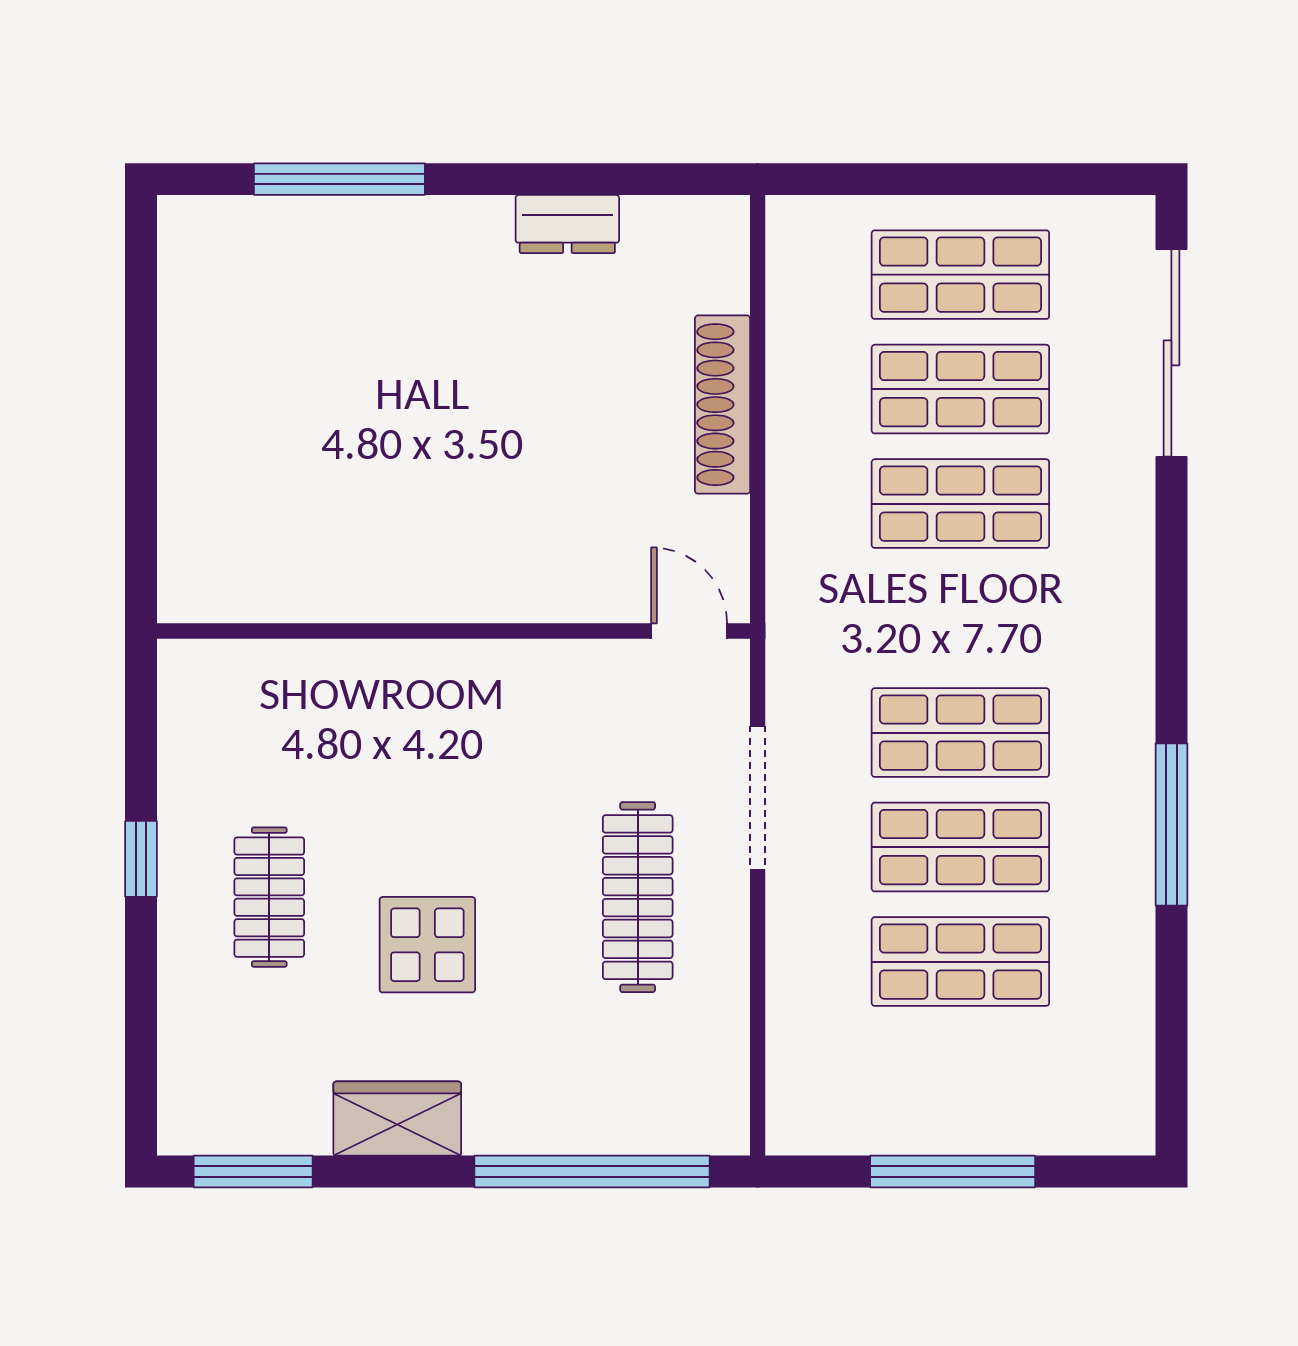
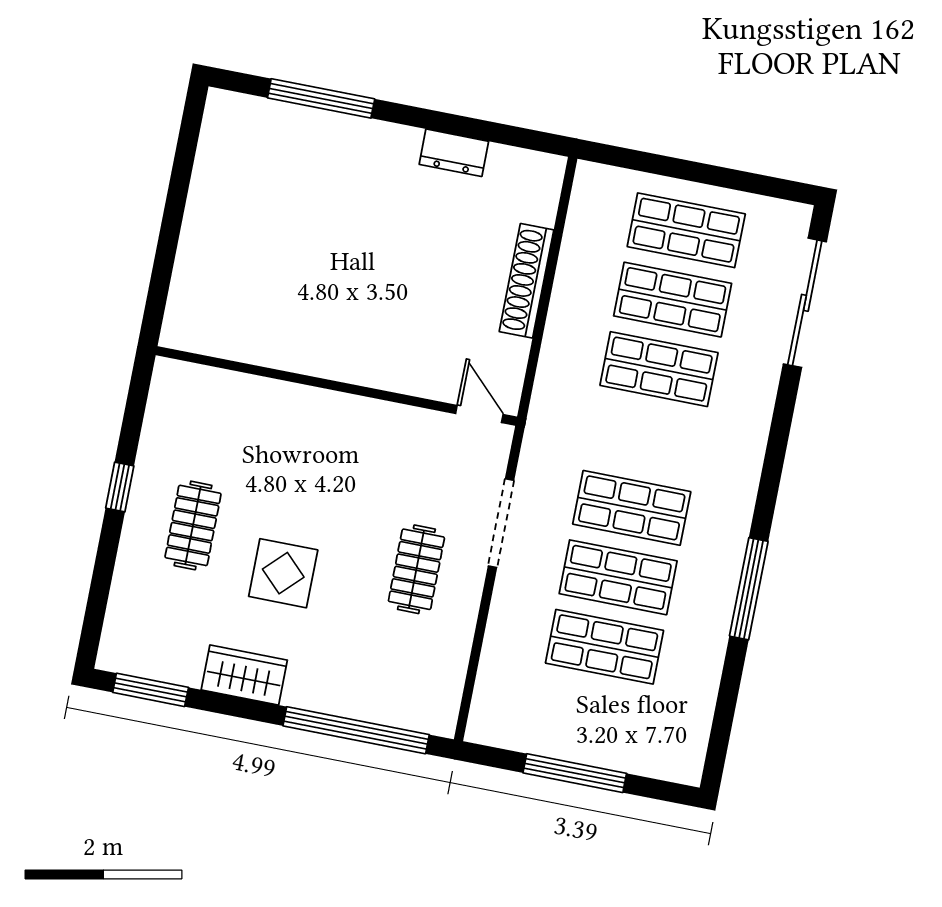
clothes rail: (638, 897) -> (416, 569), width x0.73

